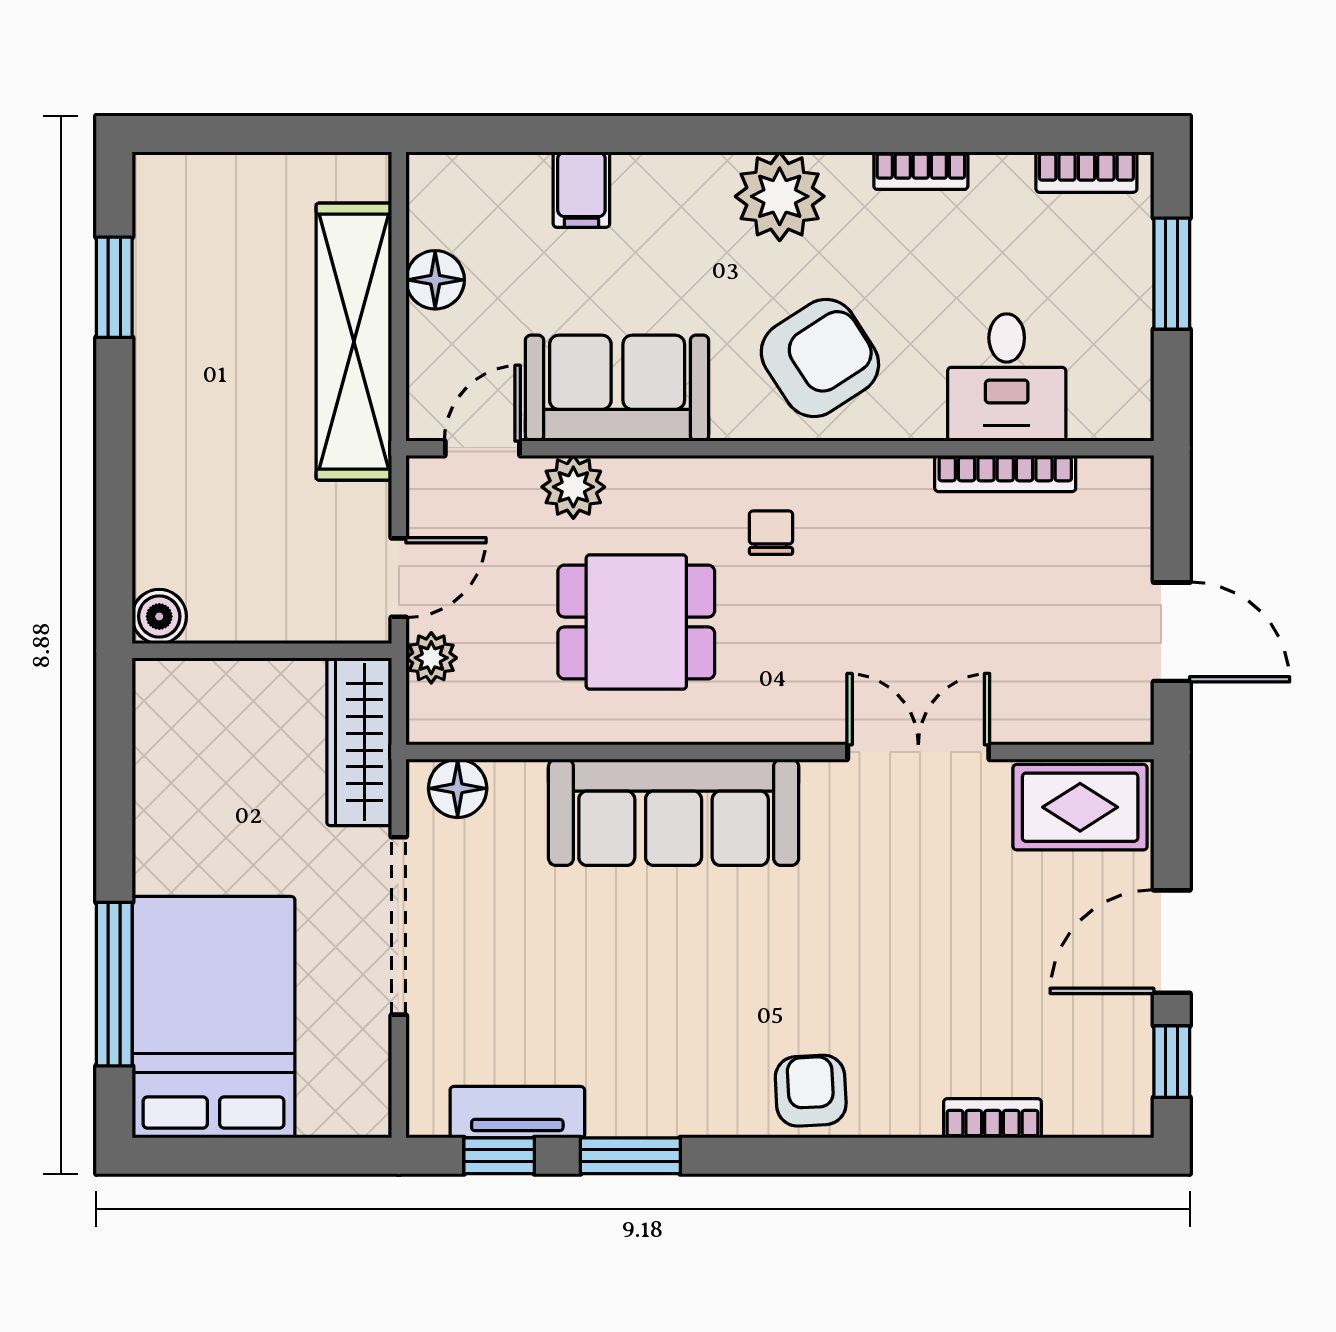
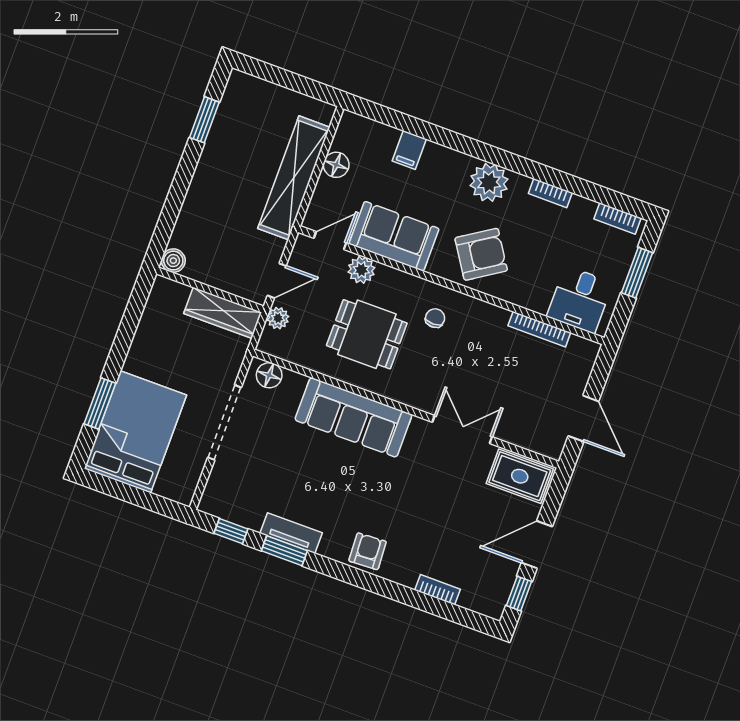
desk: (1007, 377) -> (580, 300), moved
wardrobe: (359, 742) -> (223, 313), moved, turned -90
window: (114, 984) -> (100, 404), width x0.69
tv unit: (517, 1112) -> (291, 533), moved

